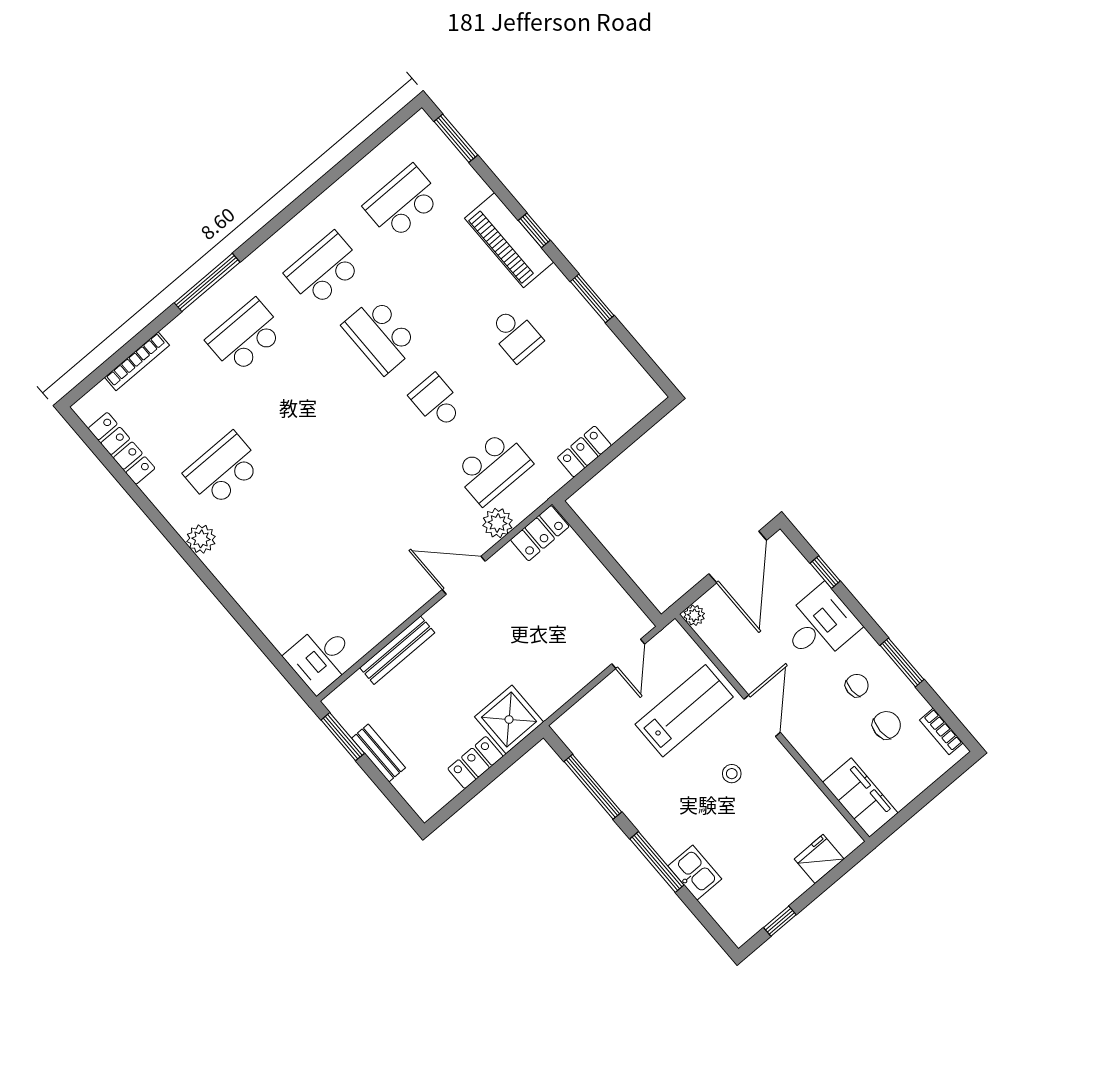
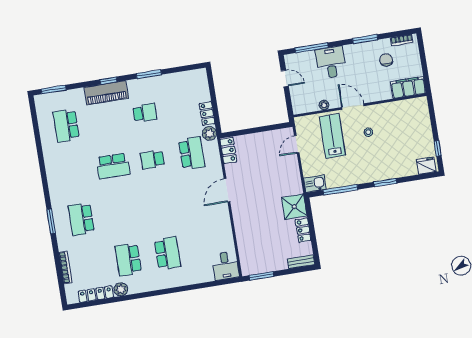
school desk: (324, 269) -> (168, 253), moved, turned 180
window: (207, 282) -> (51, 221), width x0.69
plant: (498, 523) -> (209, 133), moved
plant: (201, 539) -> (121, 289), moved
door: (738, 557) -> (285, 78), width x0.53
window: (825, 572) -> (312, 48), width x2.17
plant: (694, 615) -> (324, 105), moved
bench: (397, 650) -> (241, 234), removed
door: (628, 654) -> (297, 144), swing flipped
chair: (857, 685) -> (363, 62), removed
bench: (379, 753) -> (301, 262), moved
fridge: (819, 859) -> (426, 166), moved, turned 90
window: (657, 862) -> (385, 183), width x0.69
kitchen sink: (695, 873) -> (315, 184), moved

